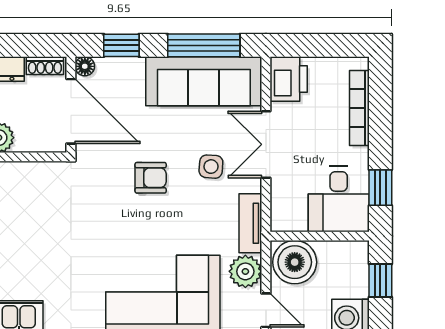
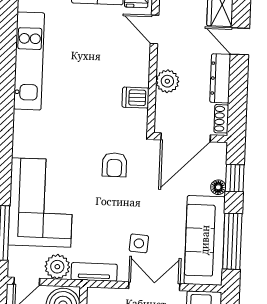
floor lamp: (85, 66) -> (218, 187), moved
dishwasher: (22, 178) -> (135, 98), added
armchair: (151, 178) -> (114, 165), moved

